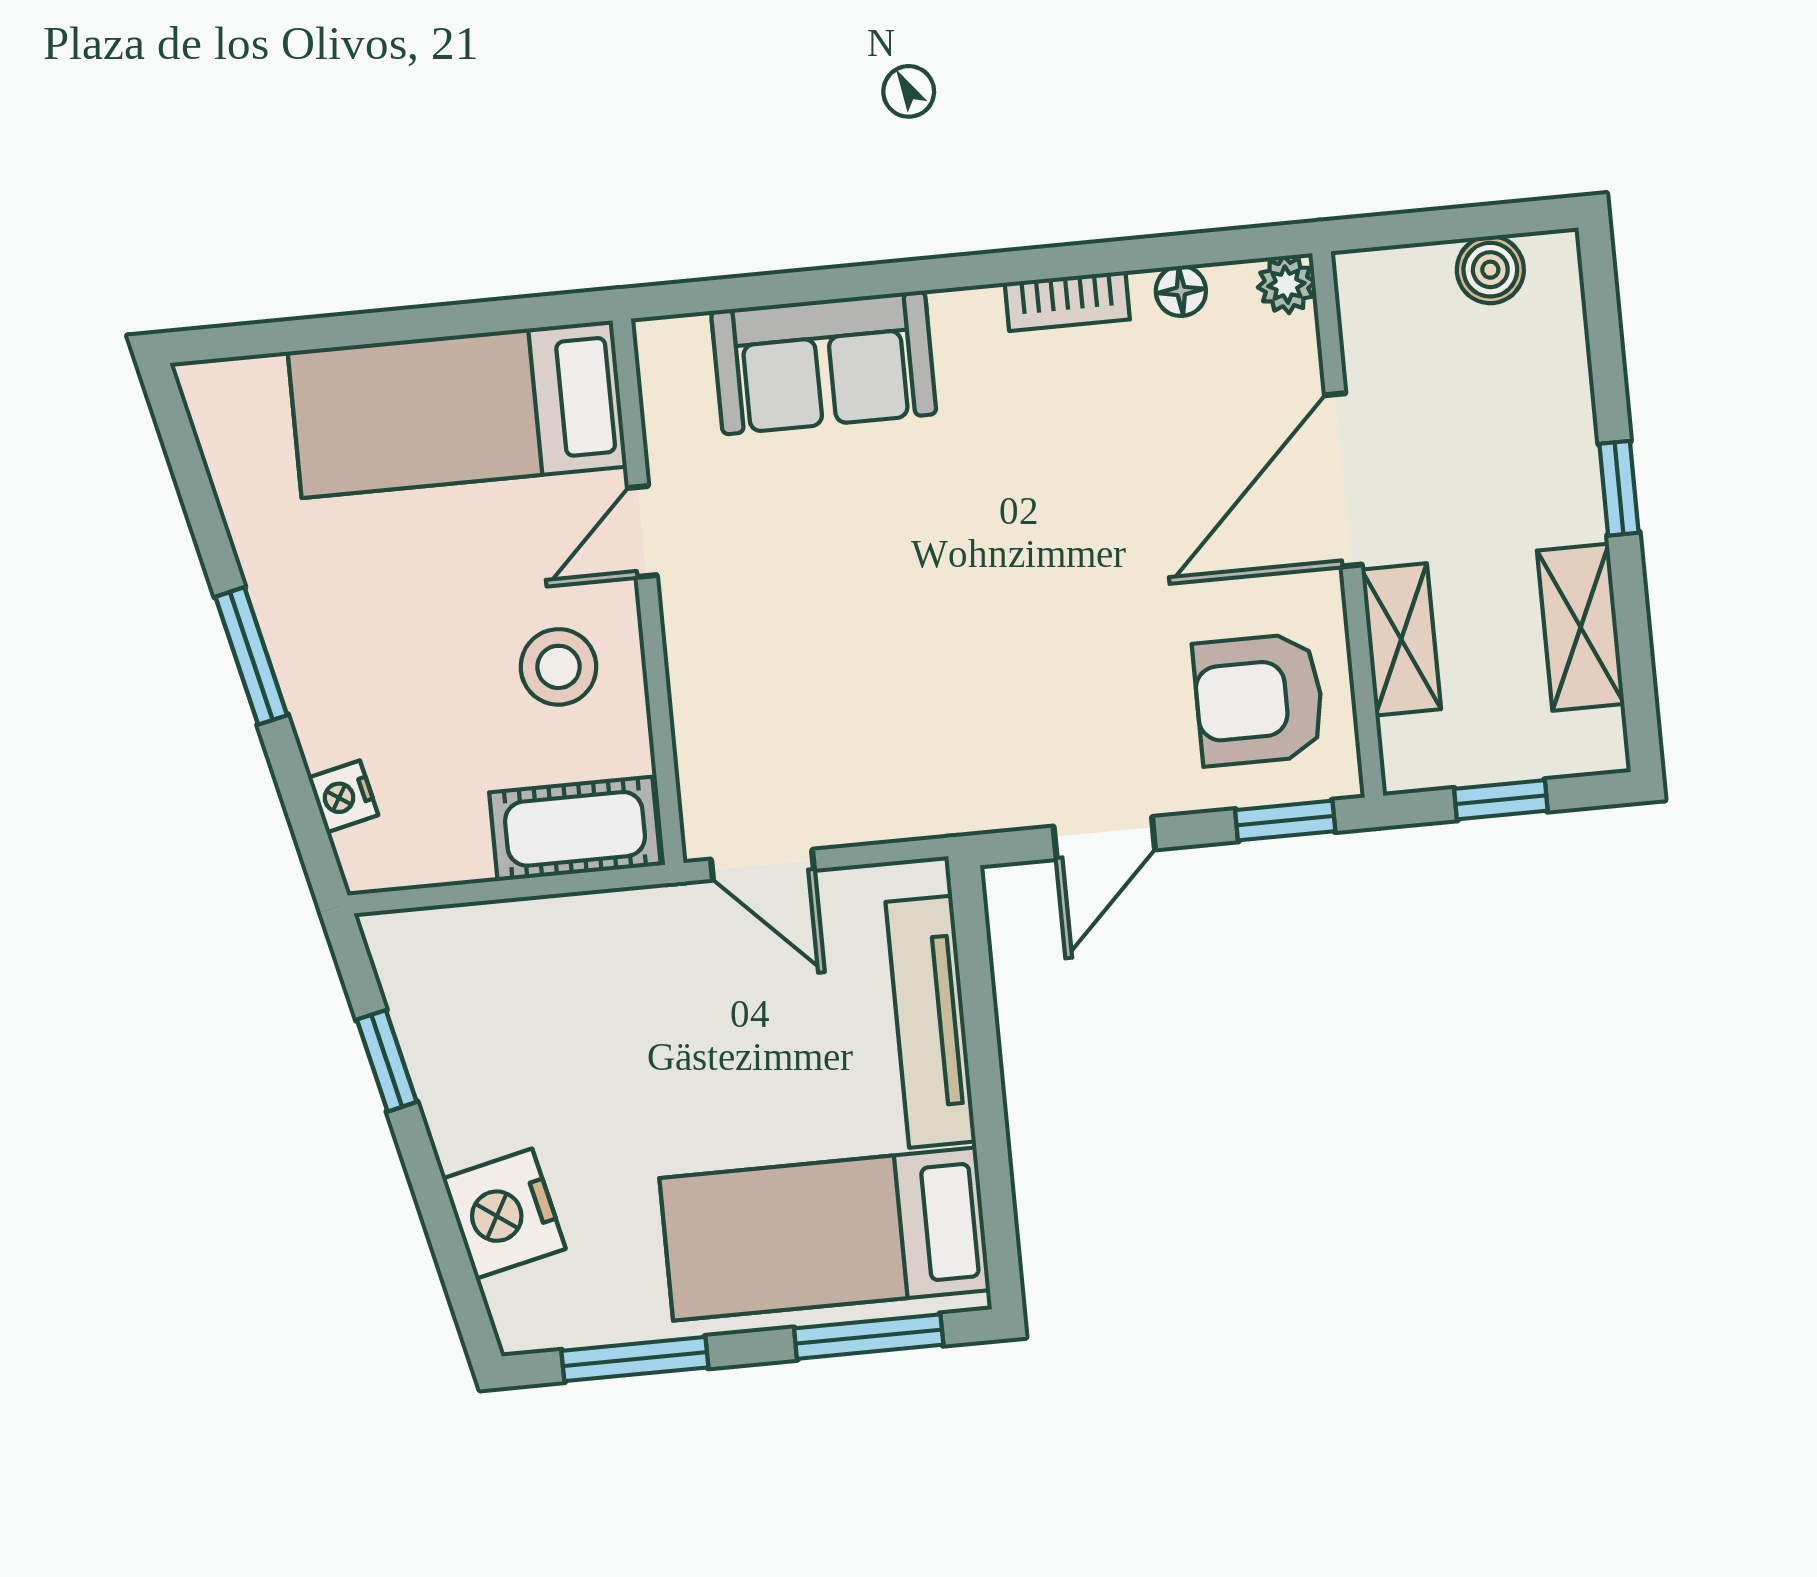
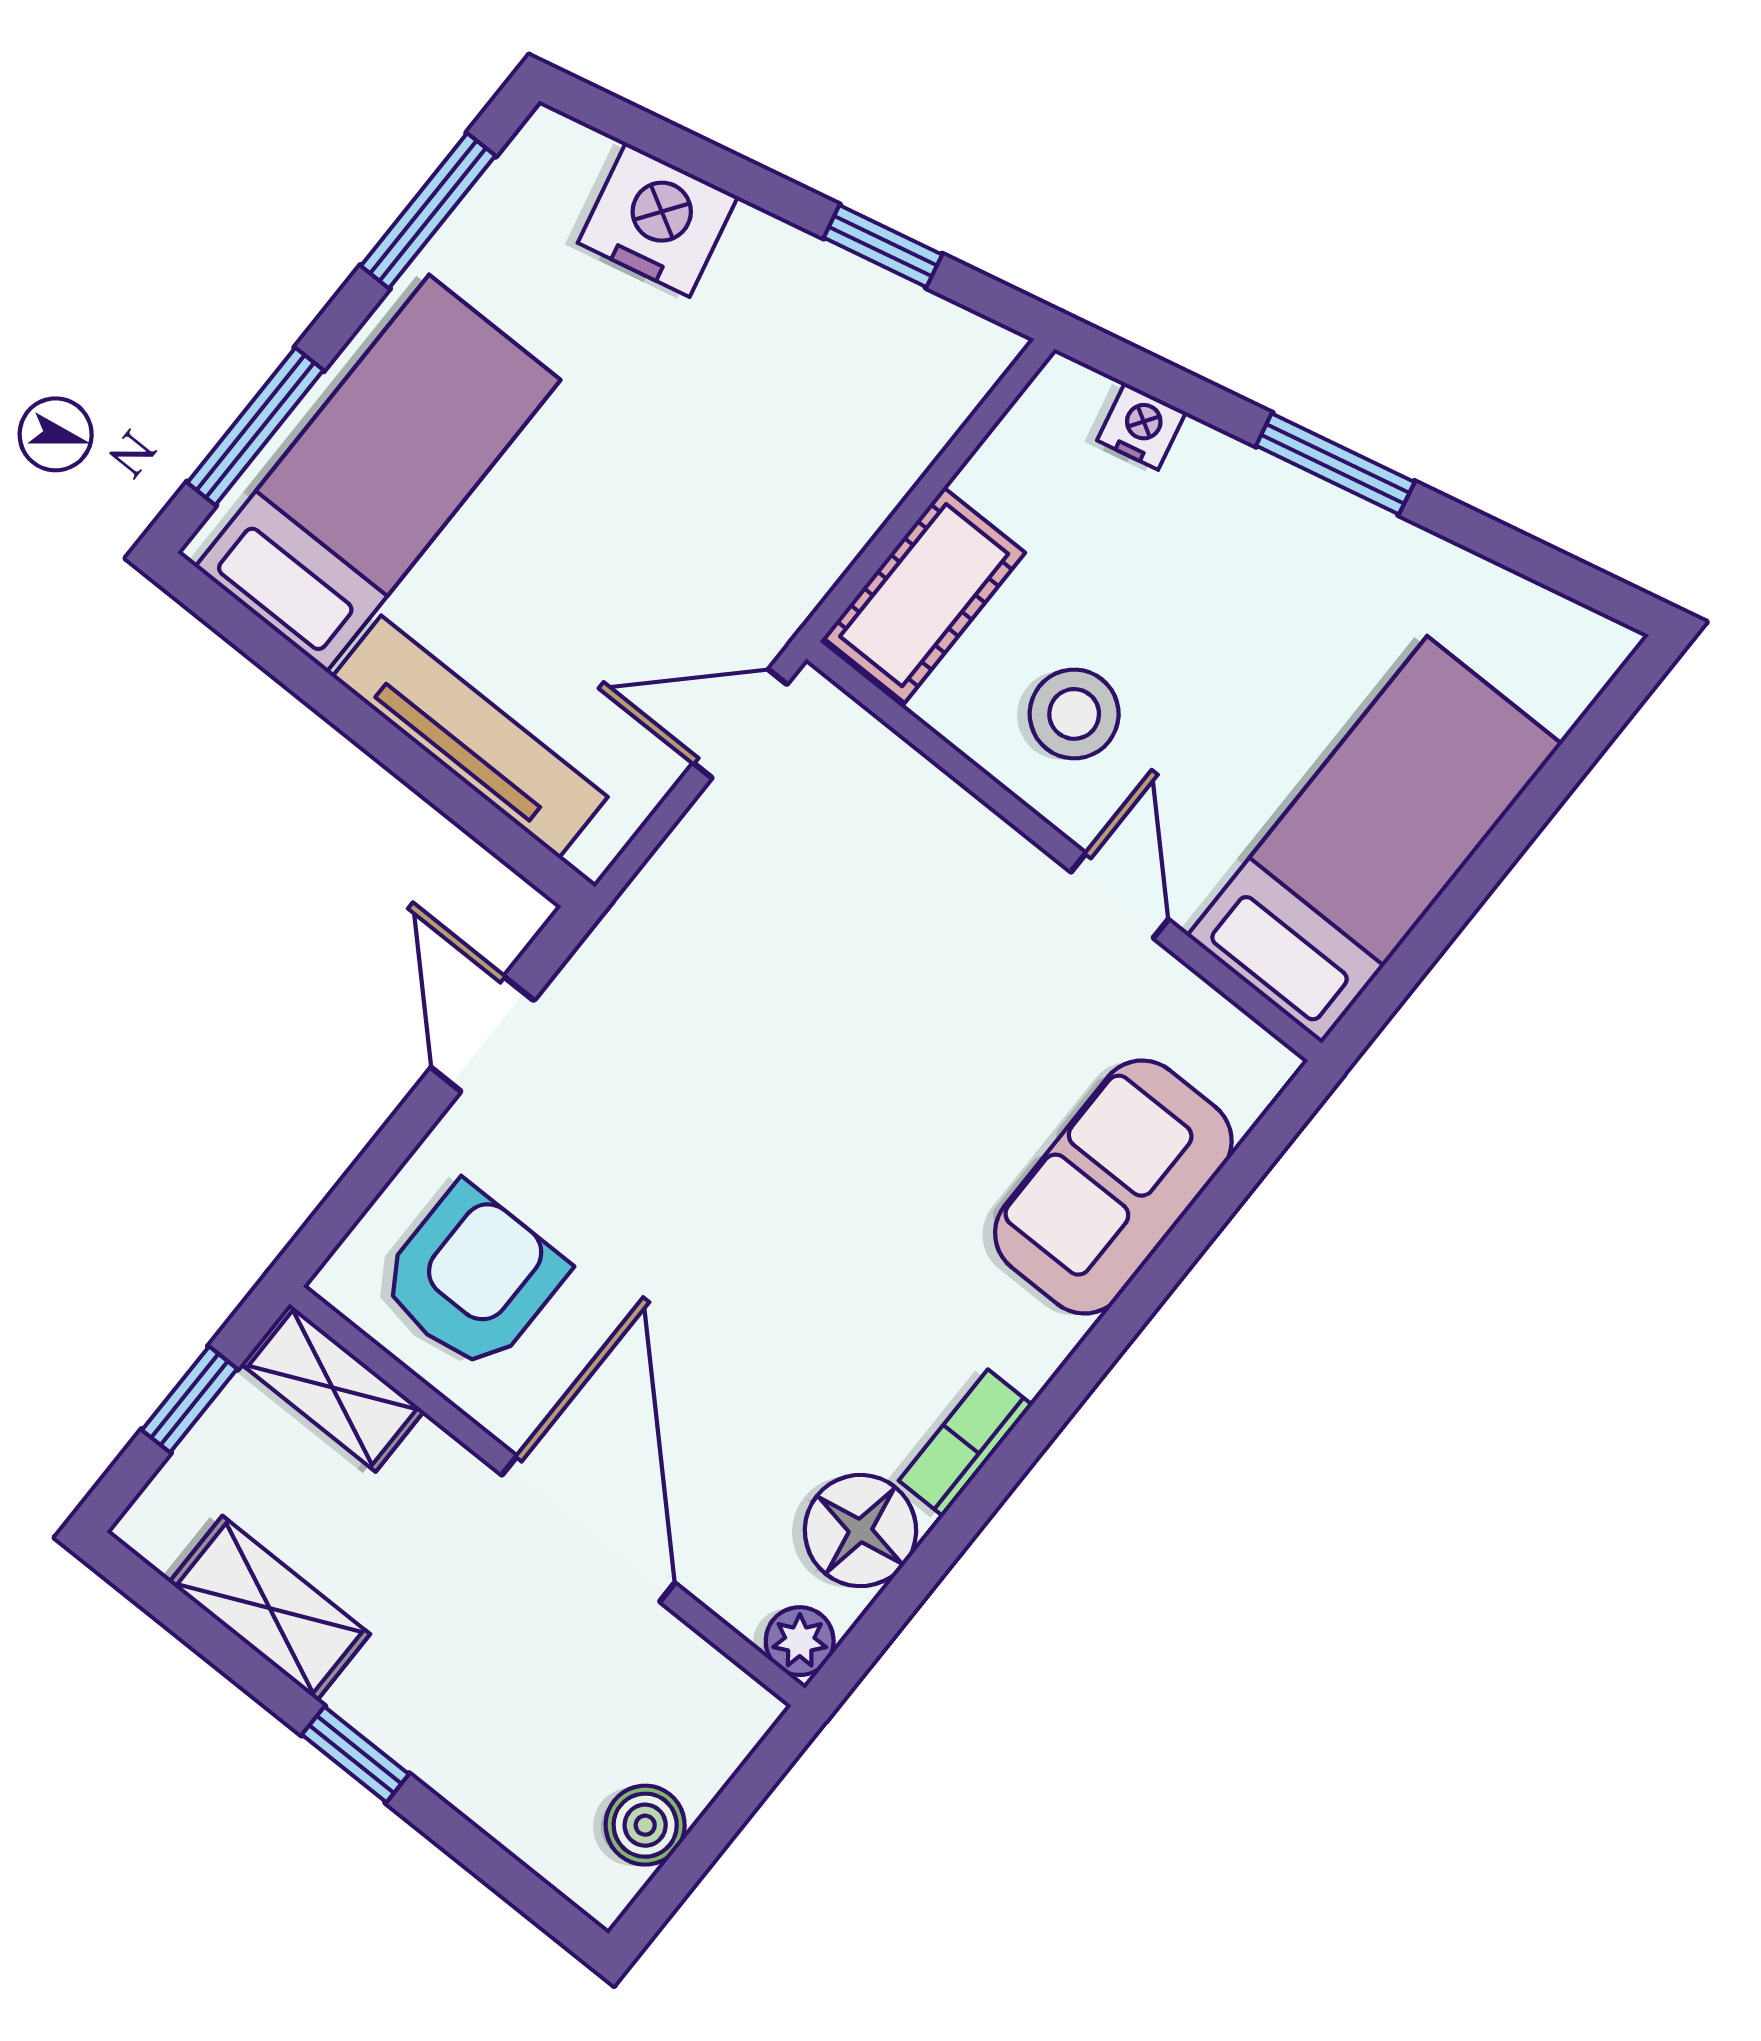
floor lamp: (1181, 291) -> (860, 1531), width x1.89, depth x1.89
shelving: (1401, 639) -> (333, 1388), moved
window: (1285, 821) -> (349, 1201), removed

